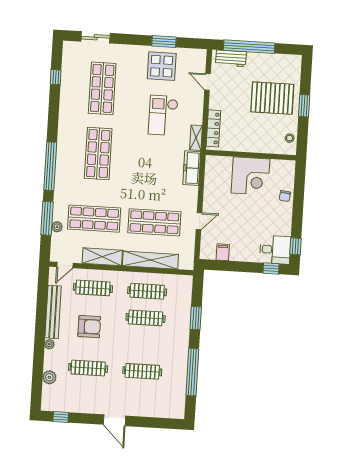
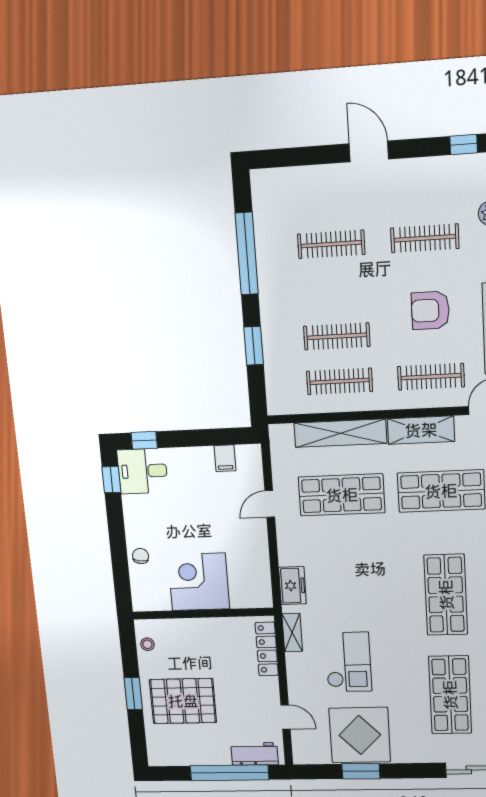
display table: (162, 66) -> (360, 735), width x1.36, depth x1.36
freezer: (192, 168) -> (292, 586), width x0.71

